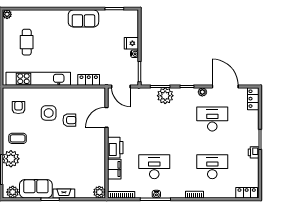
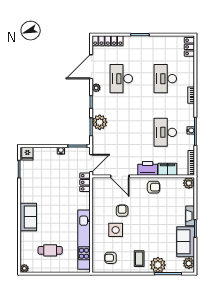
sofa: (83, 18) -> (28, 217), moved
fridge: (131, 43) -> (27, 154), moved
locker: (89, 80) -> (85, 182), moved
locker: (253, 99) -> (108, 41), width x1.53
printer: (254, 152) -> (152, 40), removed
armchair: (95, 154) -> (154, 187), added

